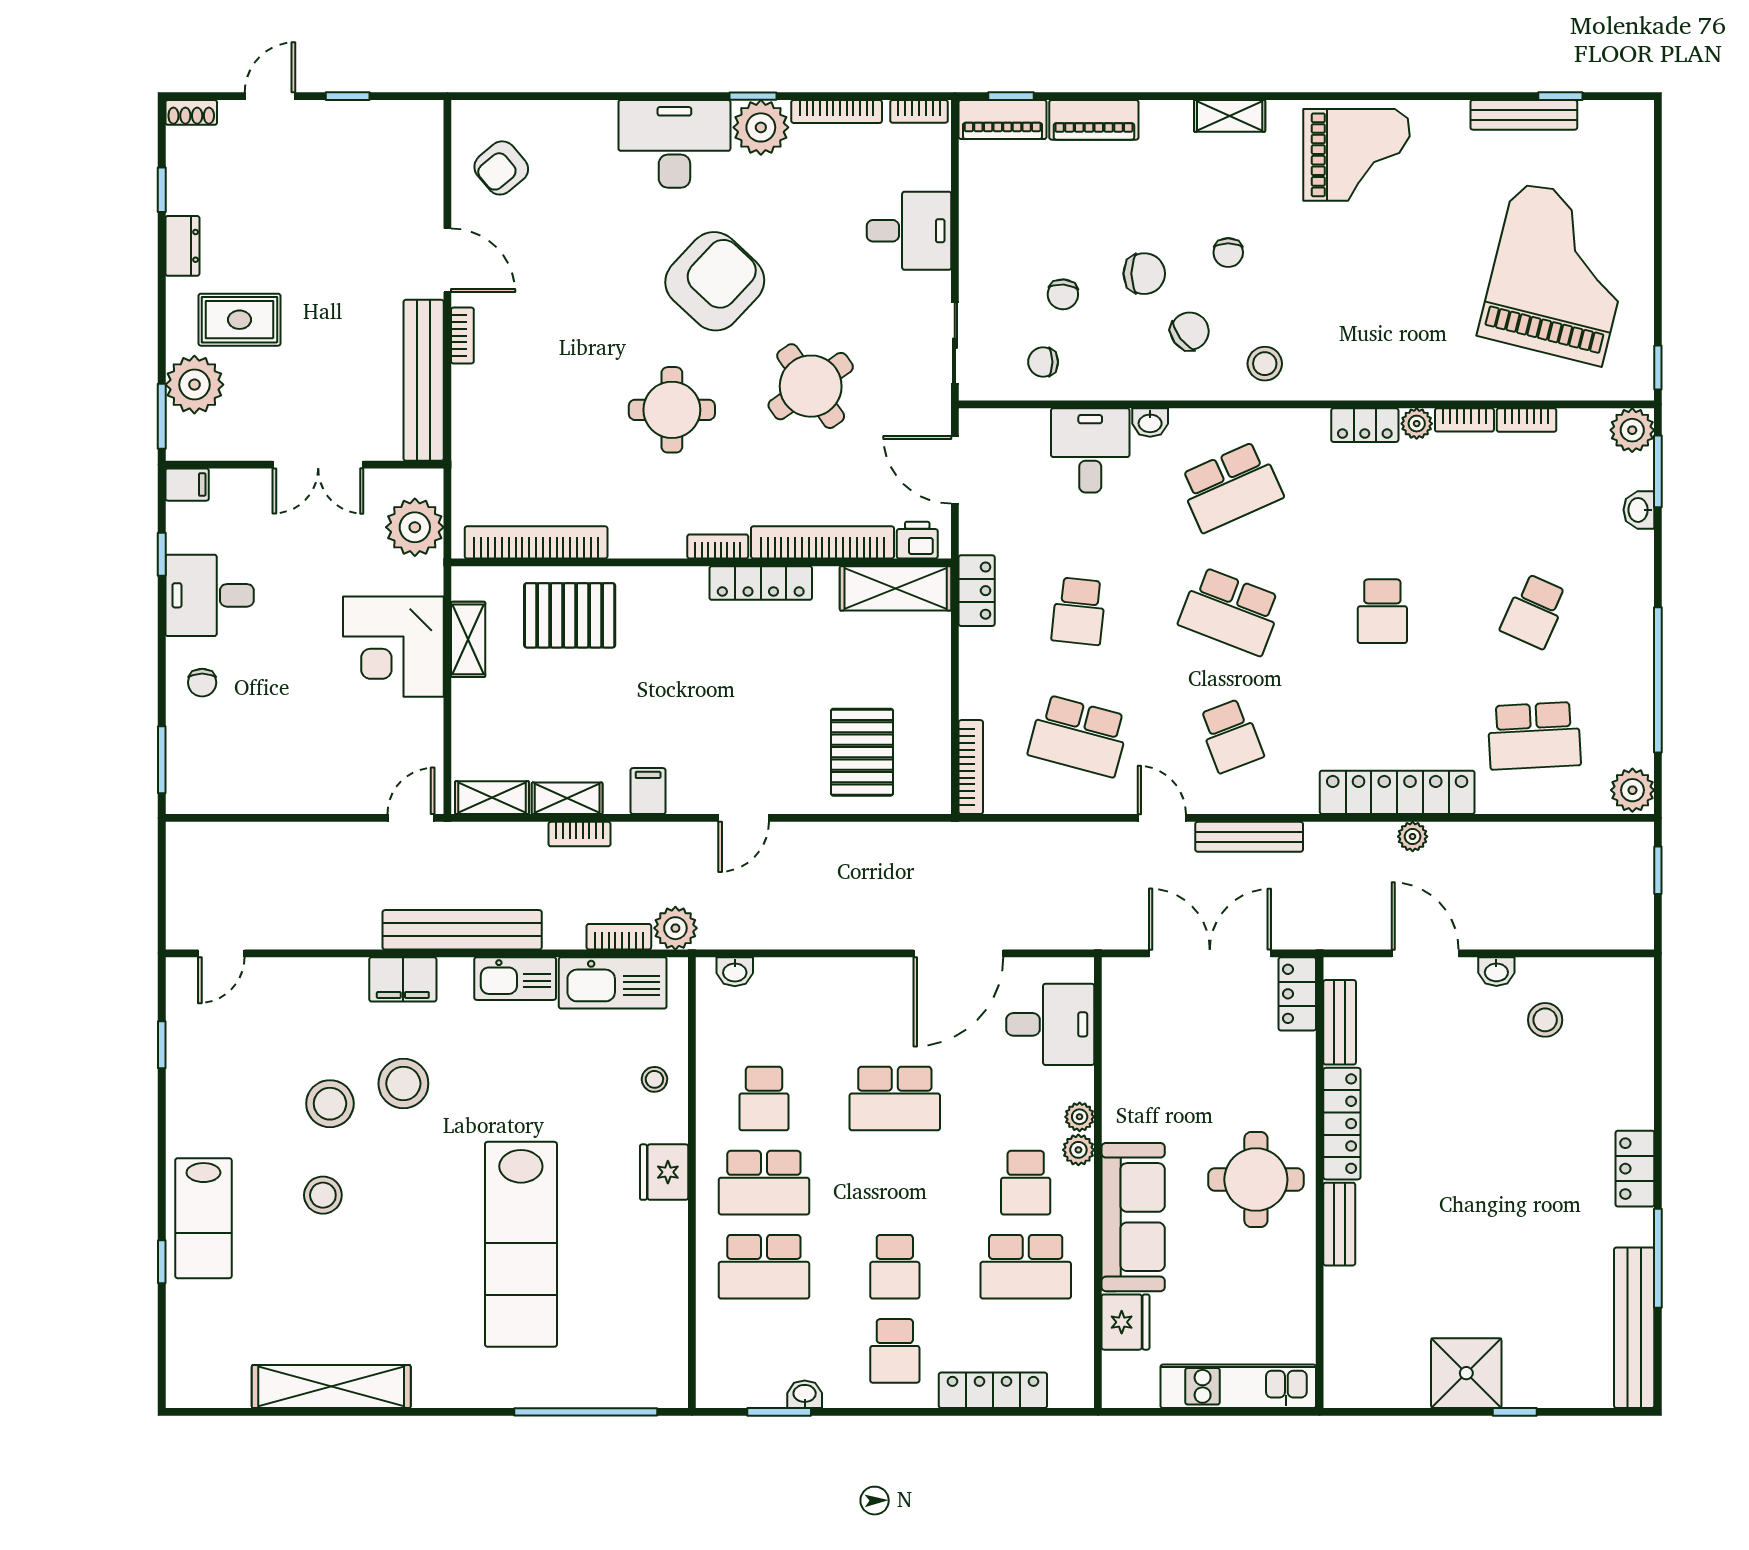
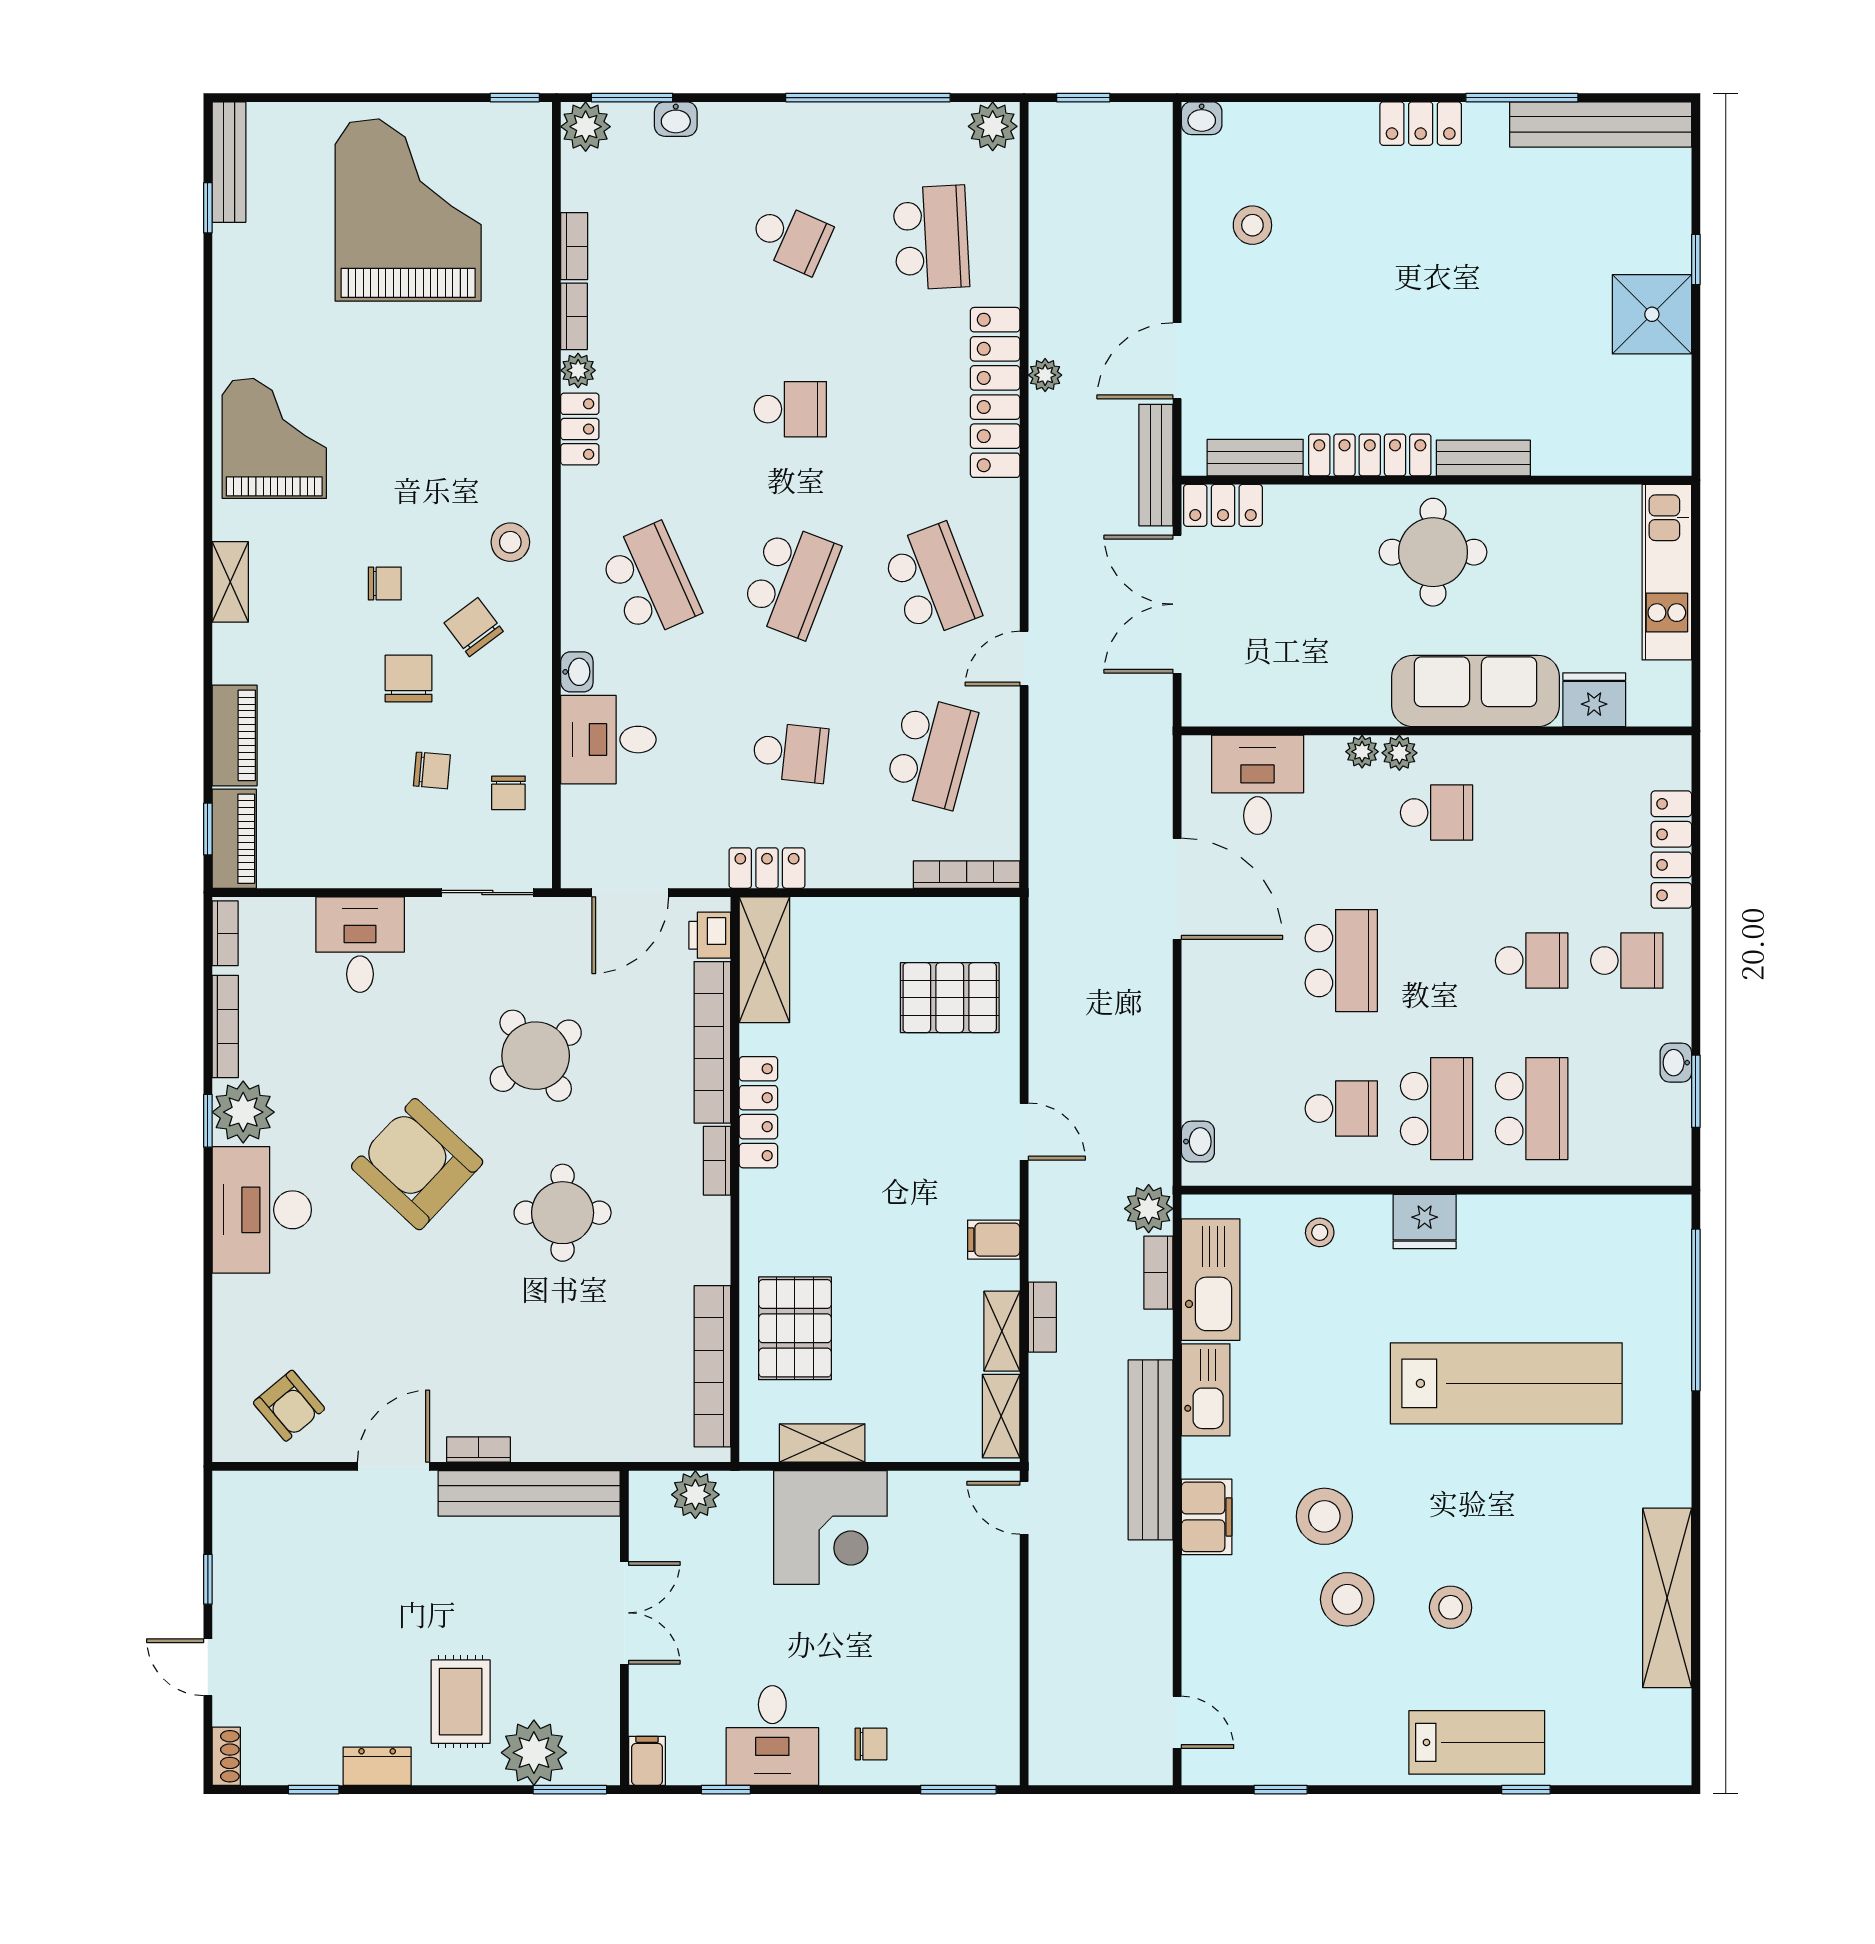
bench: (1524, 115) -> (229, 162), moved
grand piano: (1559, 273) -> (408, 210), turned 76
plant: (415, 527) -> (695, 1495), width x0.73, depth x0.73
school desk: (1231, 736) -> (931, 581), width x1.85
bench: (1249, 837) -> (1156, 465), moved
washbasin: (1496, 972) -> (1202, 118), moved, turned 90
school desk: (1026, 1267) -> (1532, 813), removed

